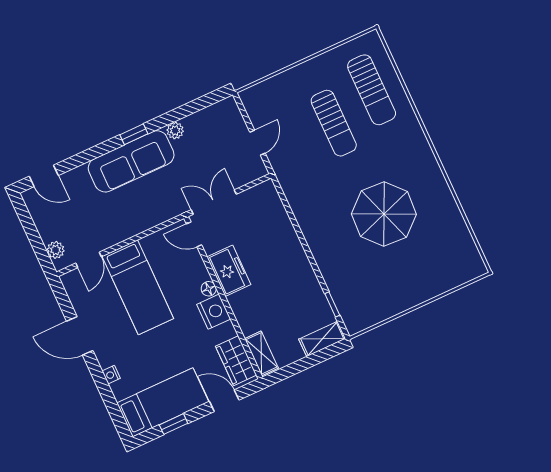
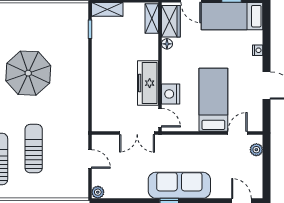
plant: (175, 131) -> (98, 192), moved
door: (258, 143) -> (90, 159), swing flipped
freezer: (229, 271) -> (148, 83), width x1.40
floor lamp: (209, 289) -> (167, 44), moved
nightstand: (214, 312) -> (171, 94), moved

